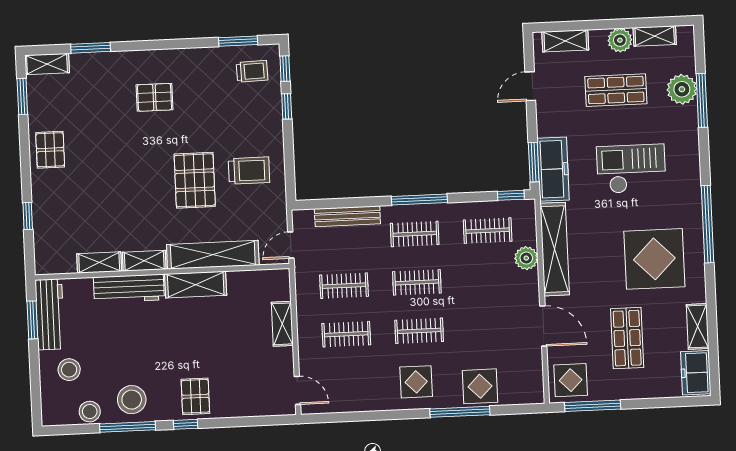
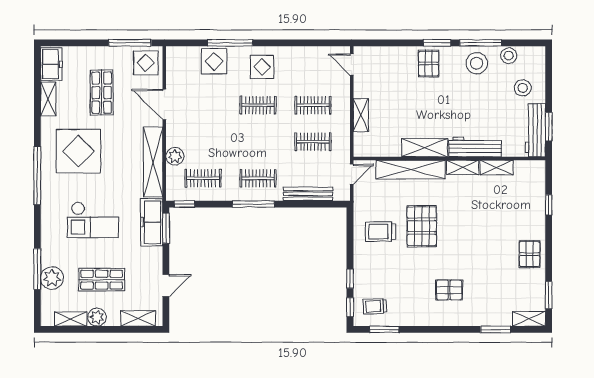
clothes rail: (417, 282) -> (258, 142), removed
window: (186, 424) -> (437, 43), width x1.50

